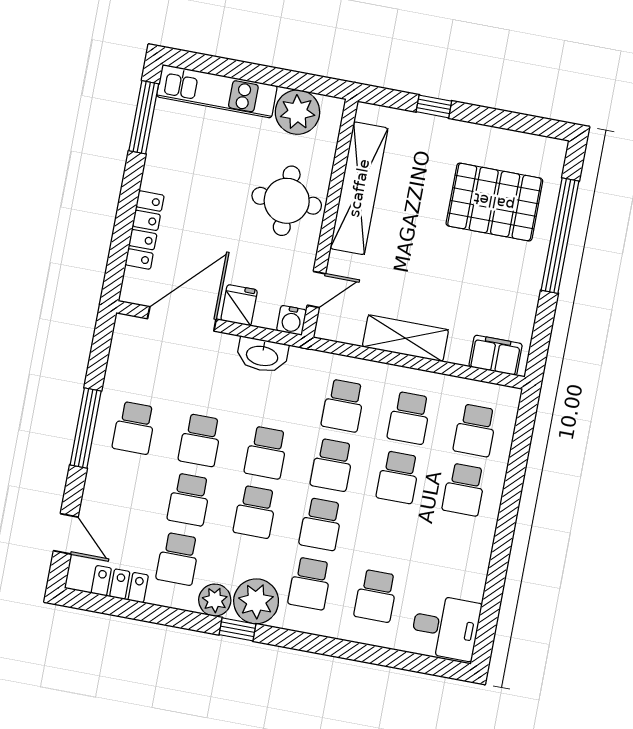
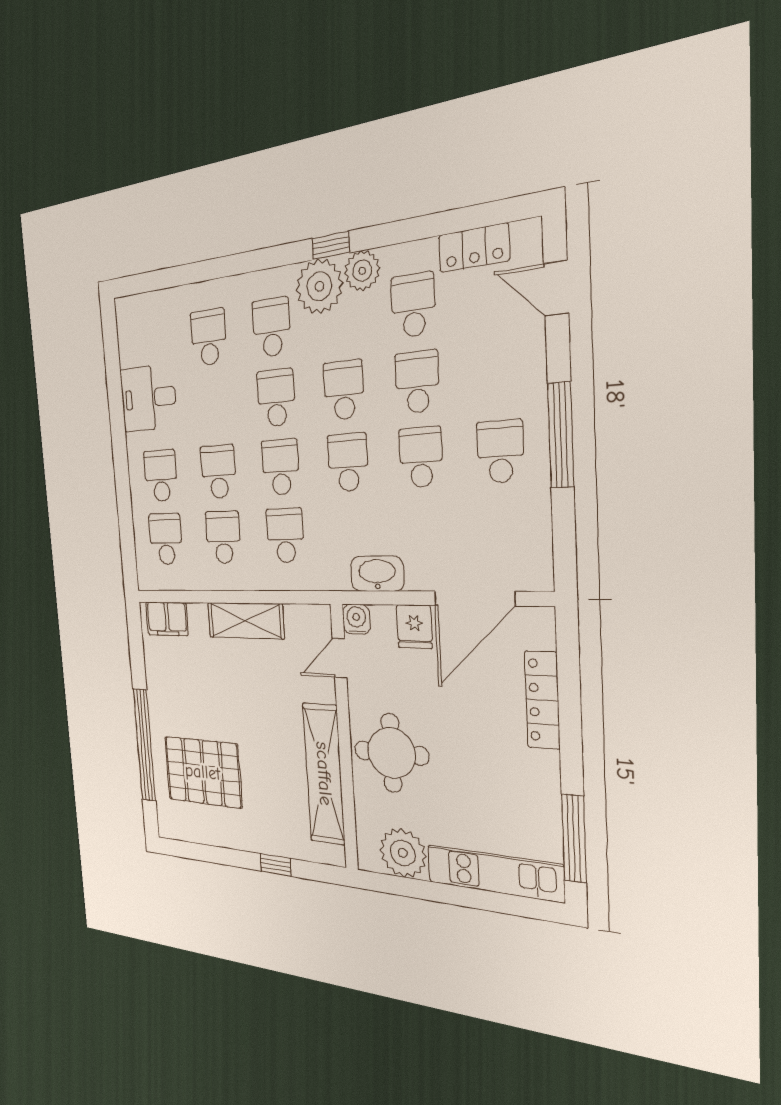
desk: (446, 627) -> (148, 398), moved

